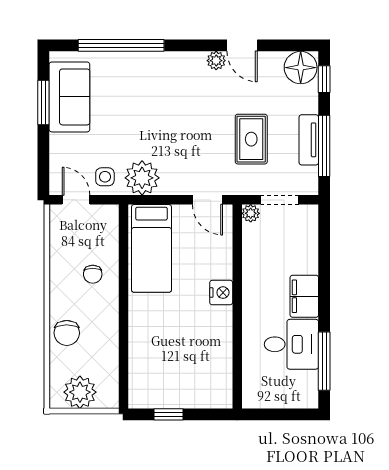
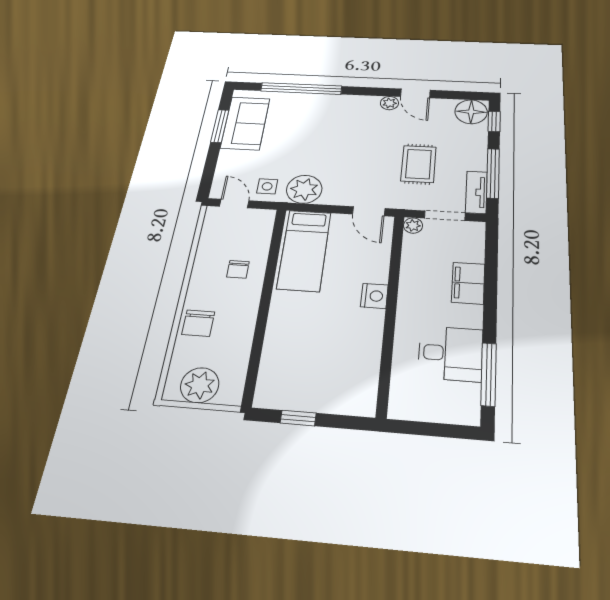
tv unit: (309, 140) -> (476, 192), moved
filing cabinet: (304, 296) -> (468, 283), moved

